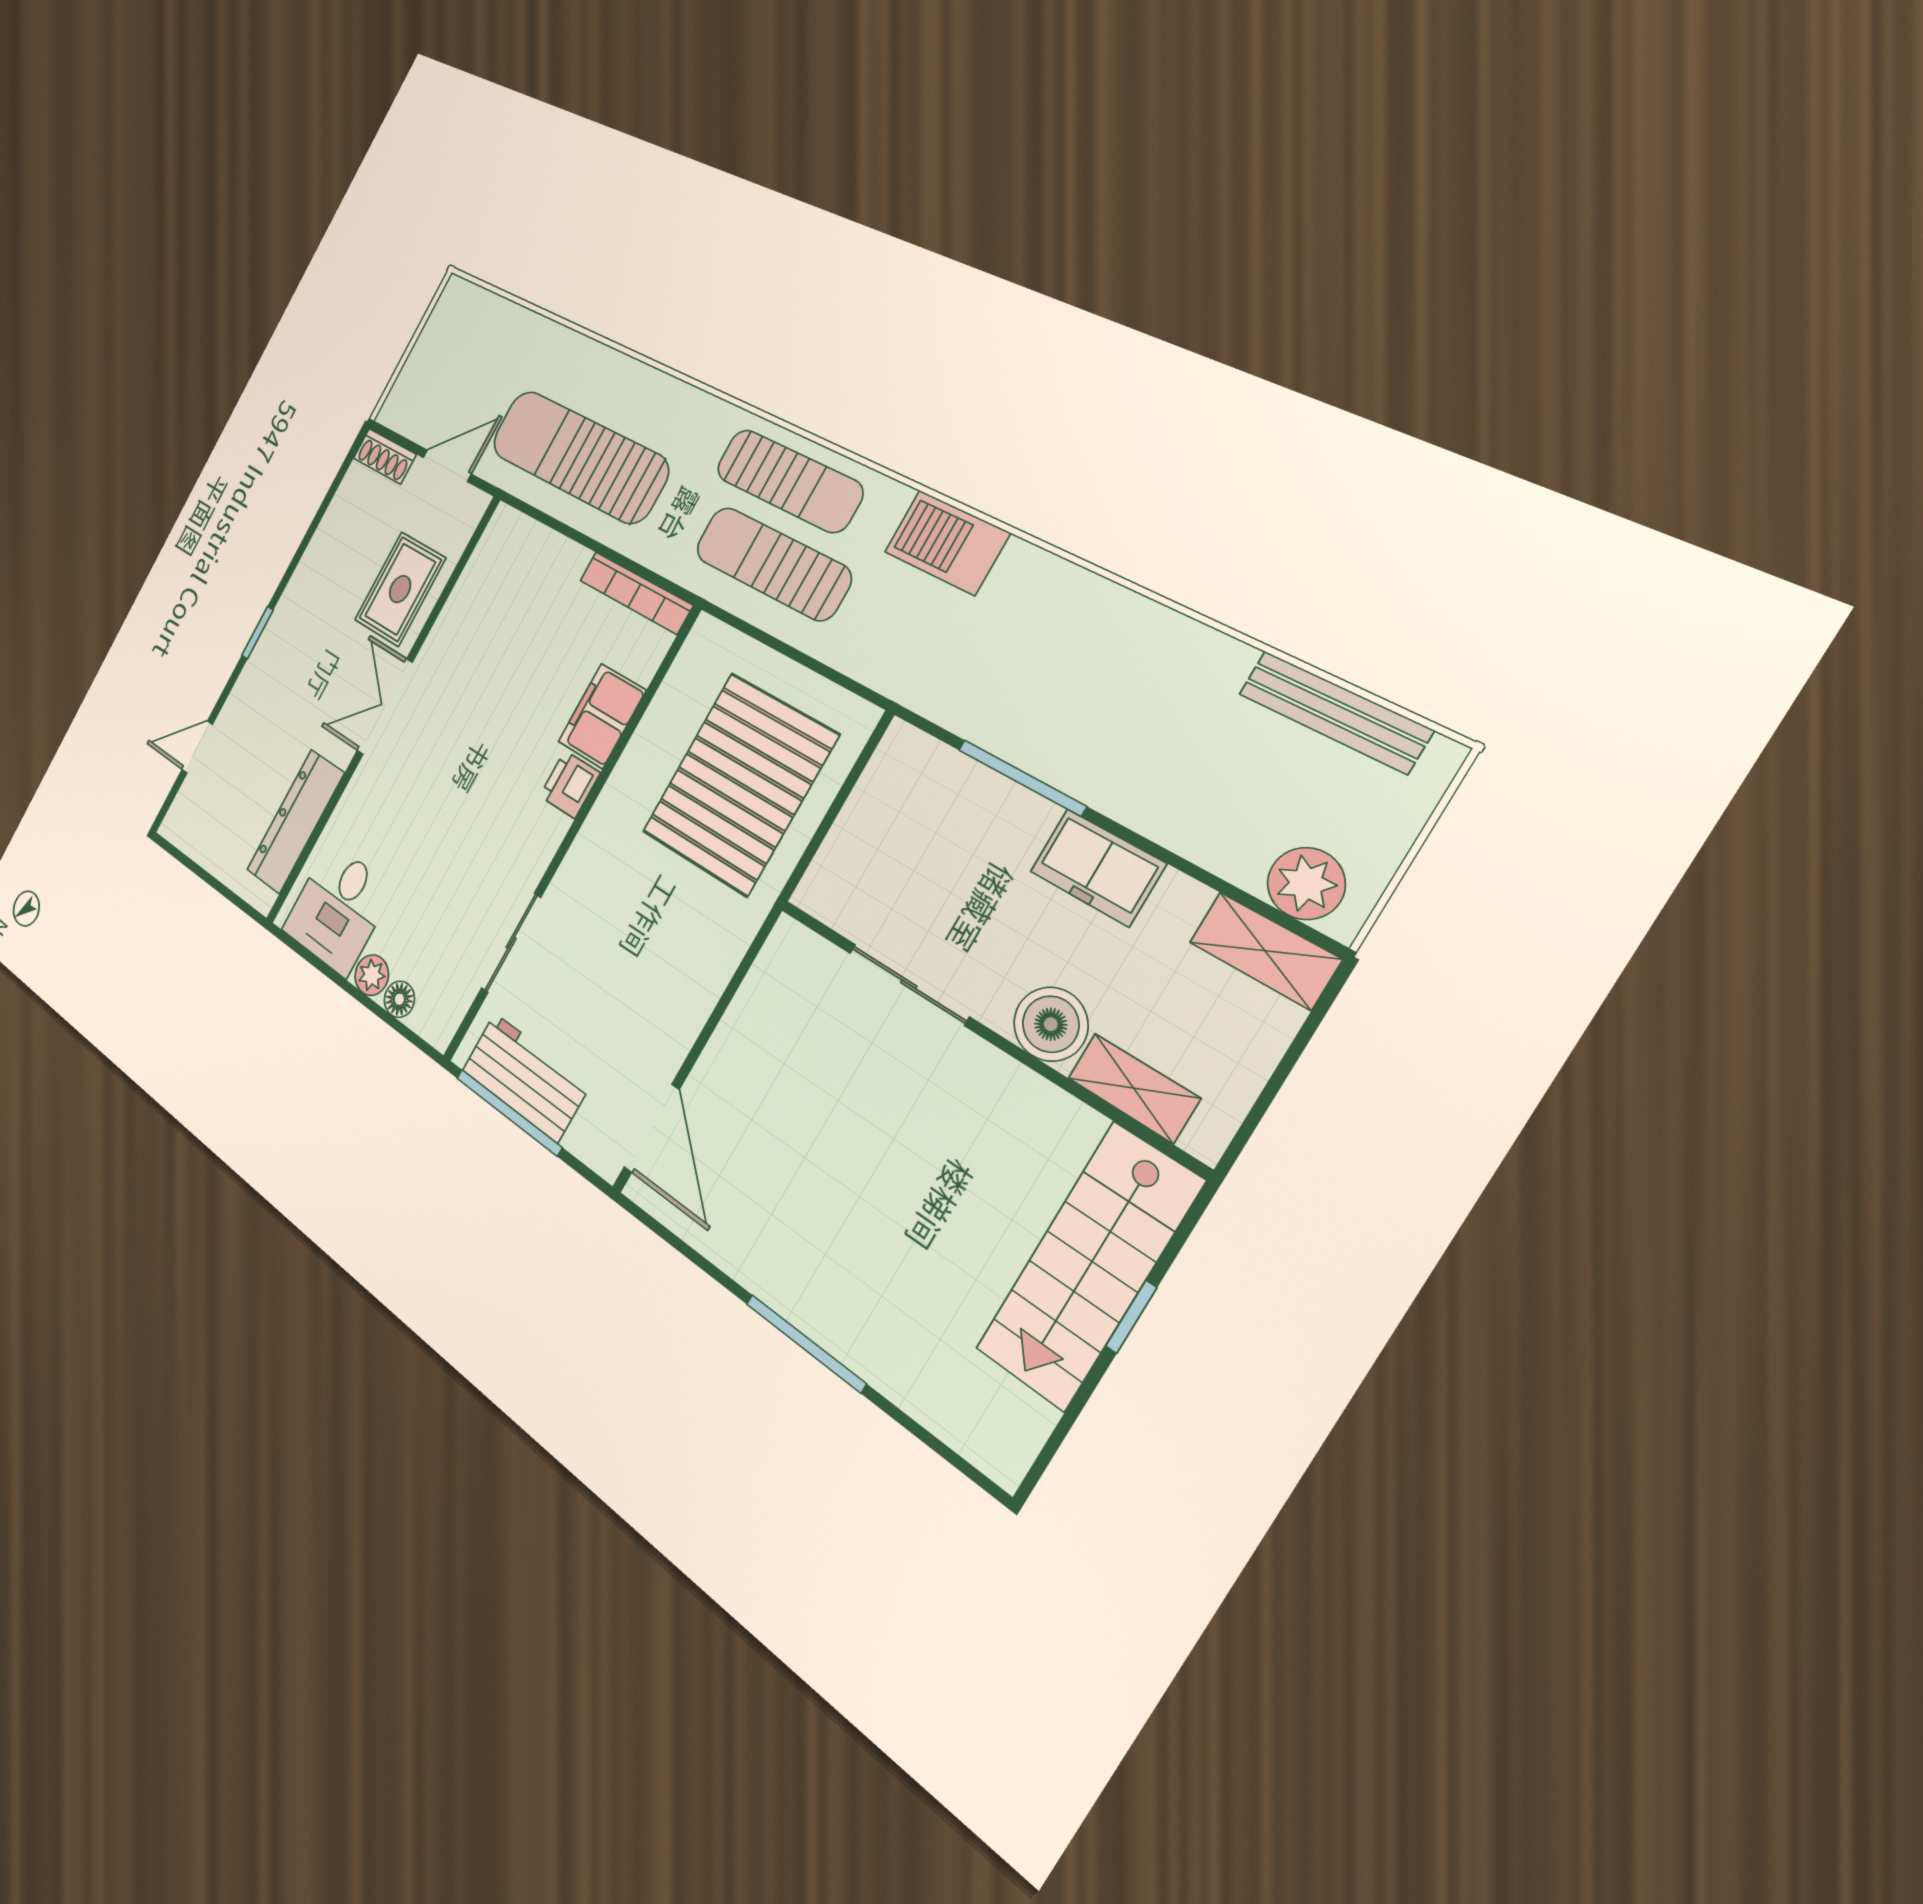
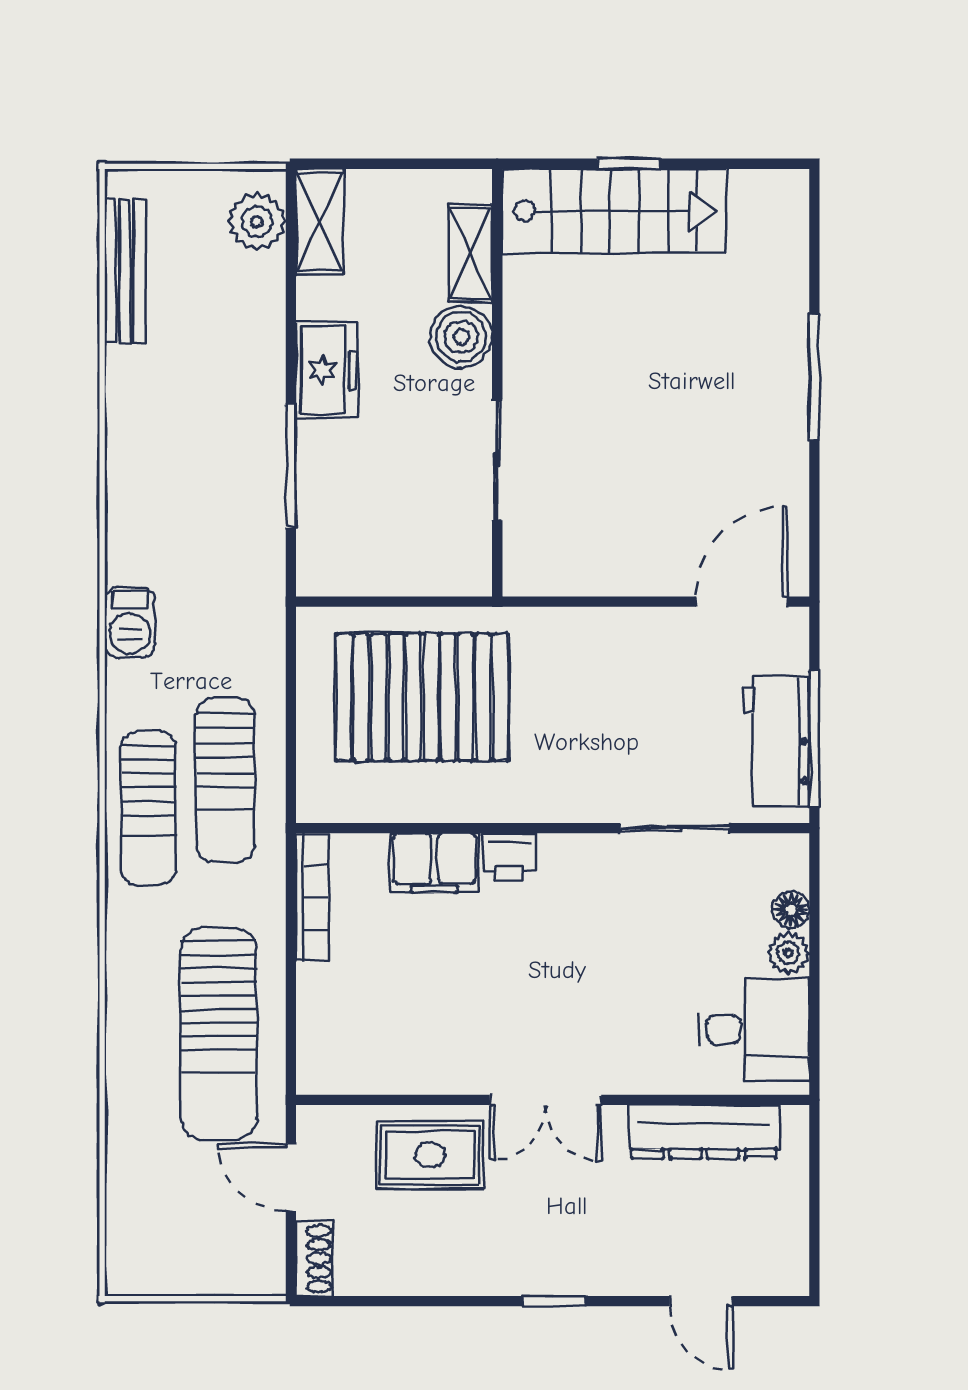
sun lounger: (789, 481) -> (148, 808), turned 180
barbecue: (947, 543) -> (130, 622), width x0.73, depth x0.79

